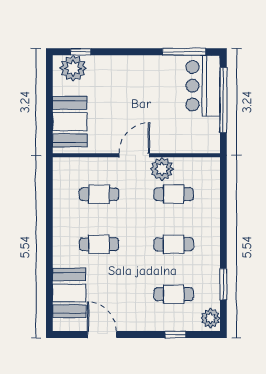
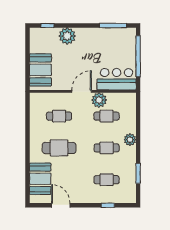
plant: (73, 68) -> (67, 36), moved
bar counter: (203, 86) -> (117, 79), moved, turned 90
cafe table: (99, 244) -> (59, 148), width x1.37, depth x1.35
plant: (210, 318) -> (130, 140), moved

